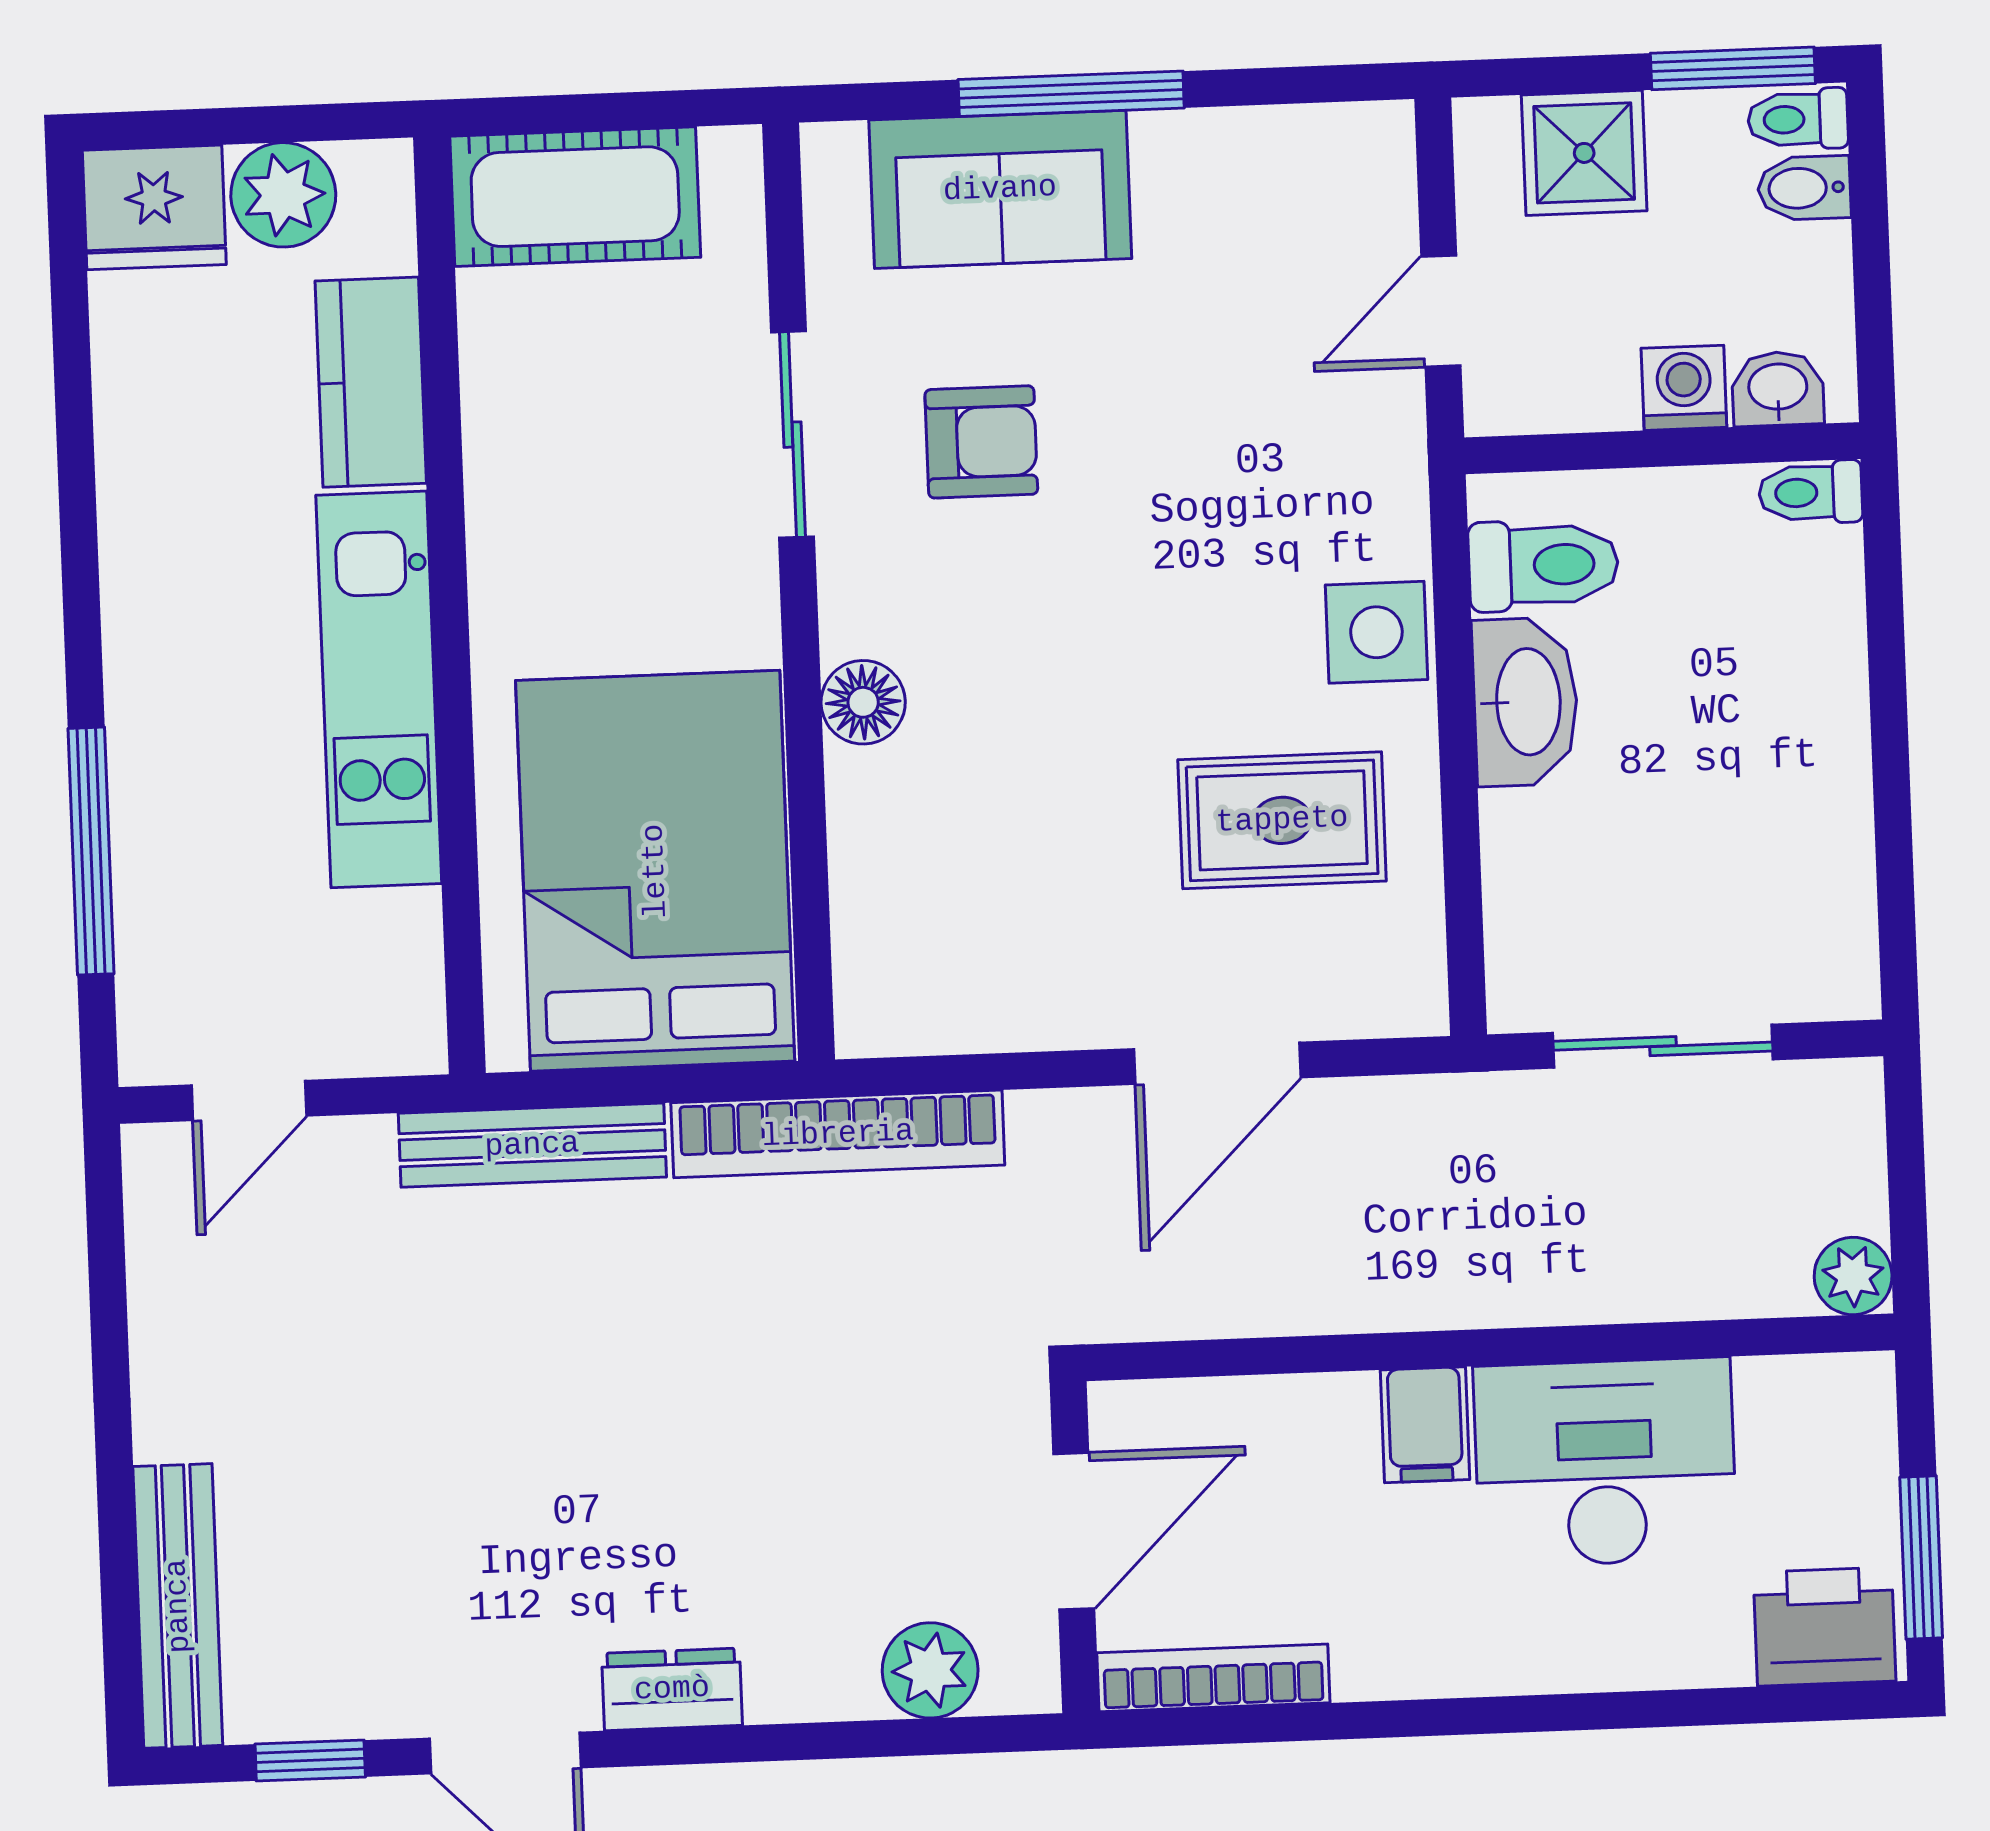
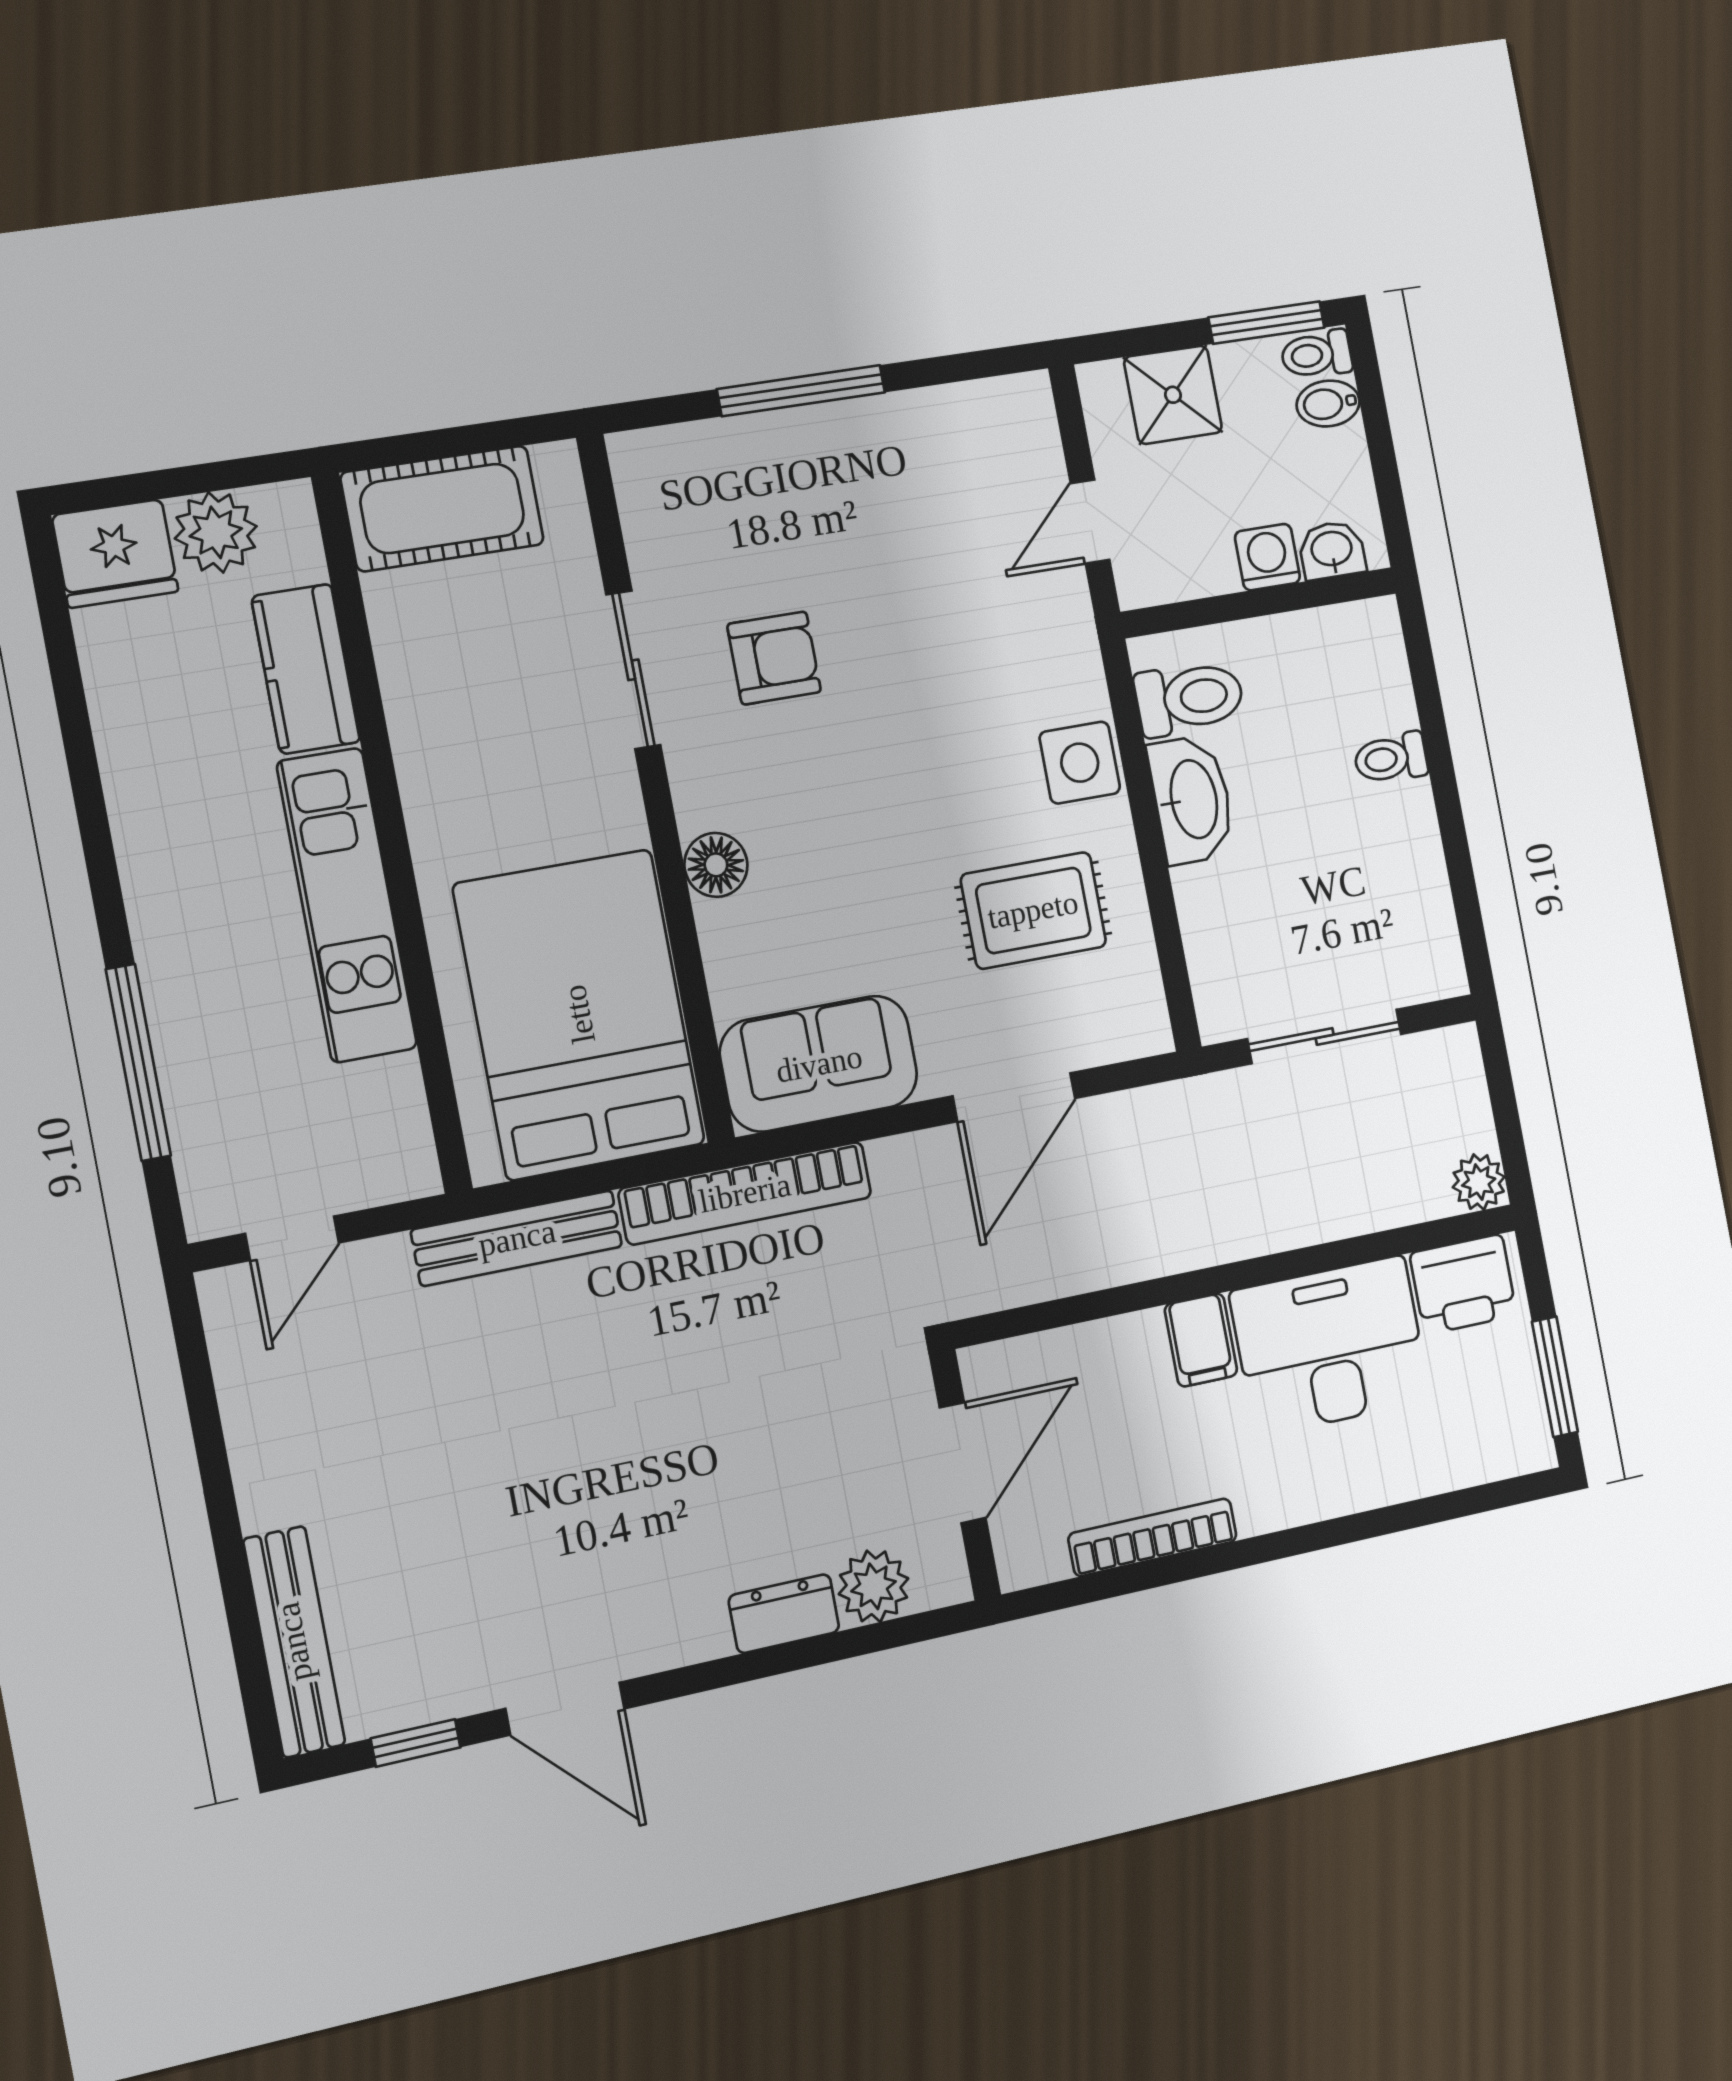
sofa: (1000, 189) -> (819, 1064), moved, turned 180
toilet: (1811, 492) -> (1391, 758), moved
printer: (1825, 1627) -> (1463, 1284), moved, turned 180
bookcase: (1213, 1678) -> (1153, 1537), moved
dresser: (672, 1689) -> (784, 1614), moved

